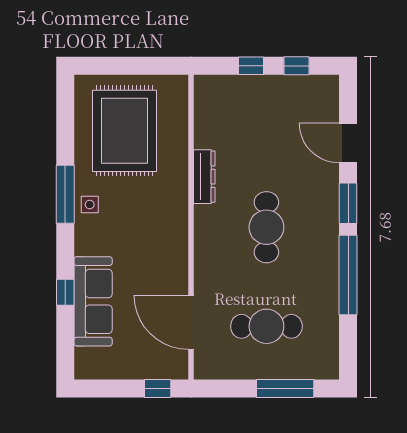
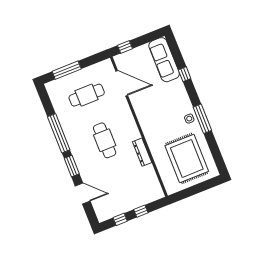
sofa: (93, 301) -> (164, 60), moved

